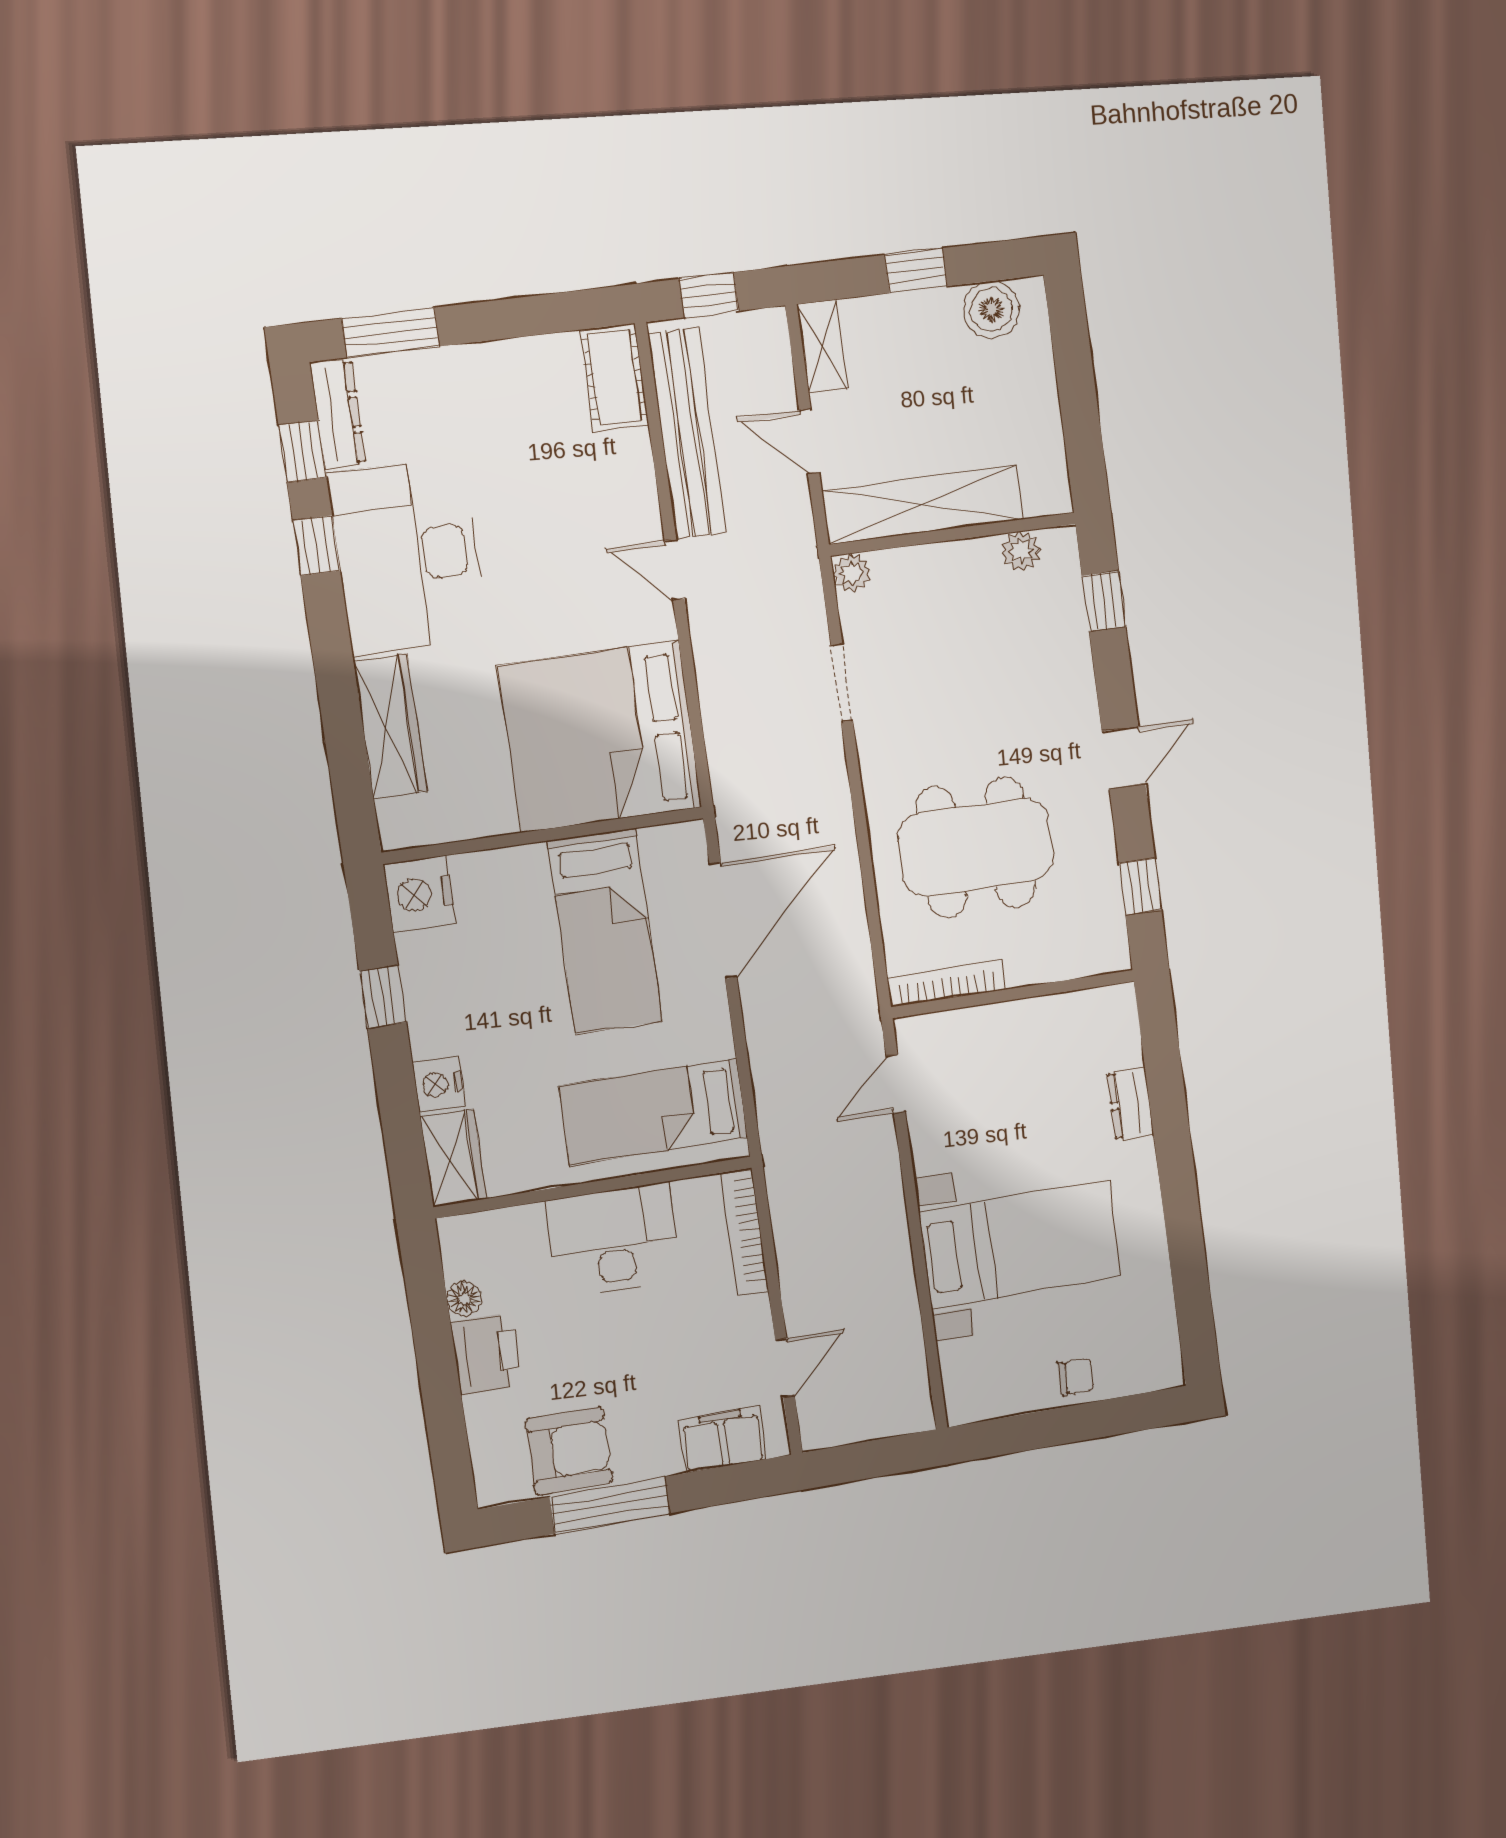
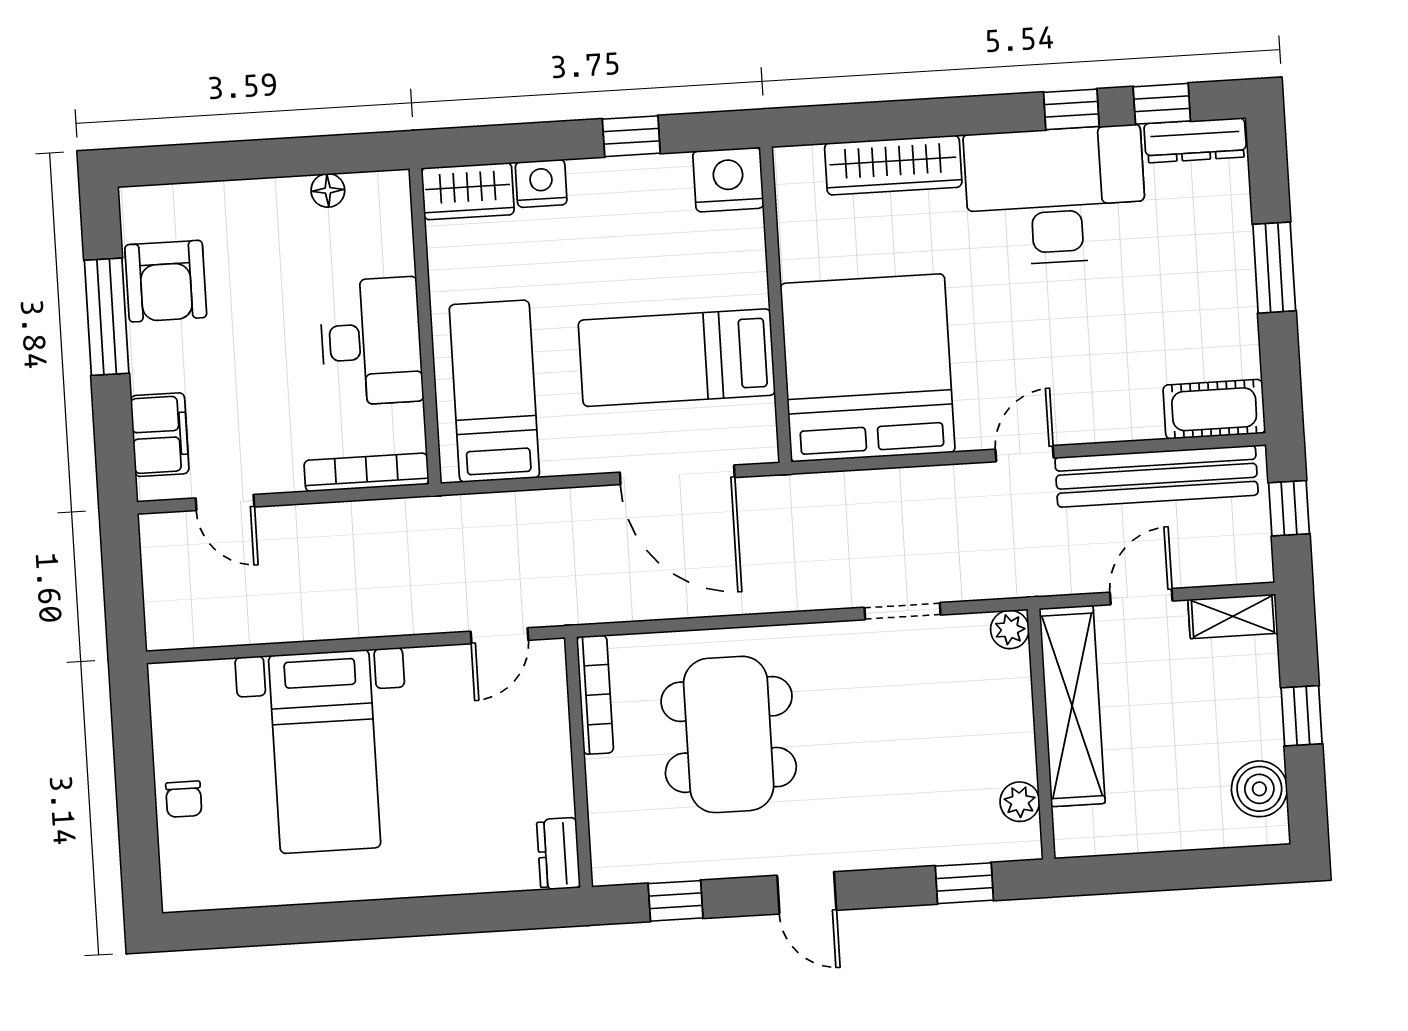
window: (391, 332) -> (1274, 268), moved
door: (896, 1084) -> (499, 636), swing flipped
dresser: (1130, 1104) -> (559, 854), moved, turned -90
printer: (486, 1354) -> (271, 208), removed

